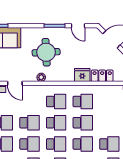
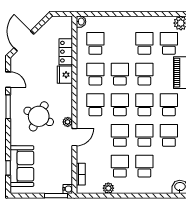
door: (78, 26) -> (8, 80), hinge flipped
round table: (46, 52) -> (39, 116), turned 30
door: (15, 83) -> (74, 137), moved
school desk: (109, 101) -> (95, 43), added

